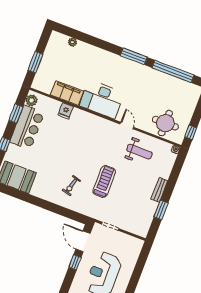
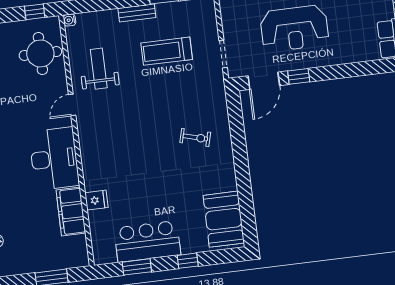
plant: (32, 100) -> (107, 255), removed
treadmill: (104, 181) -> (167, 51), moved

